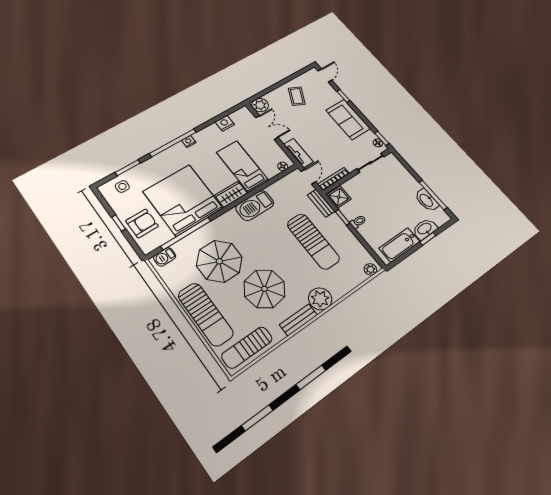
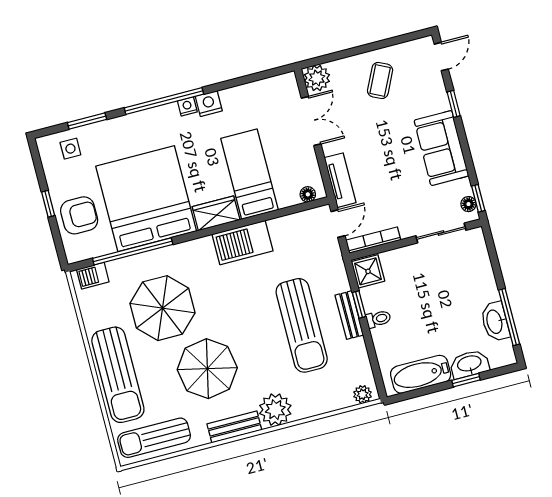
nightstand: (225, 123) -> (209, 104), moved
bench: (321, 203) -> (349, 315), moved

